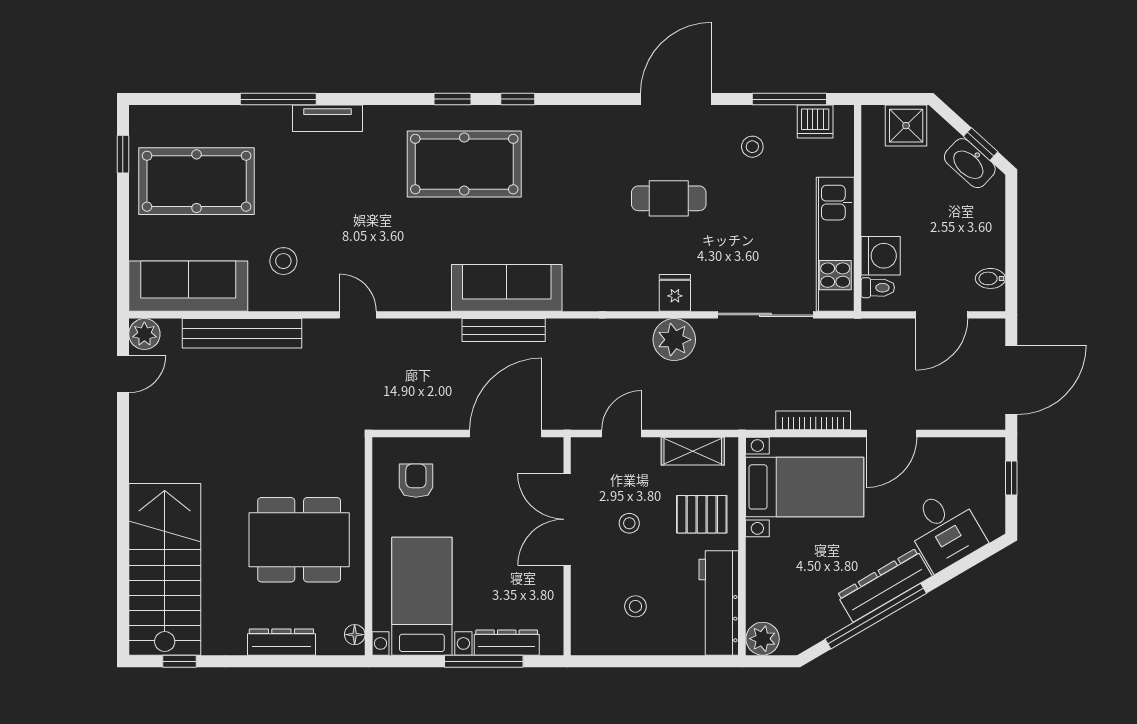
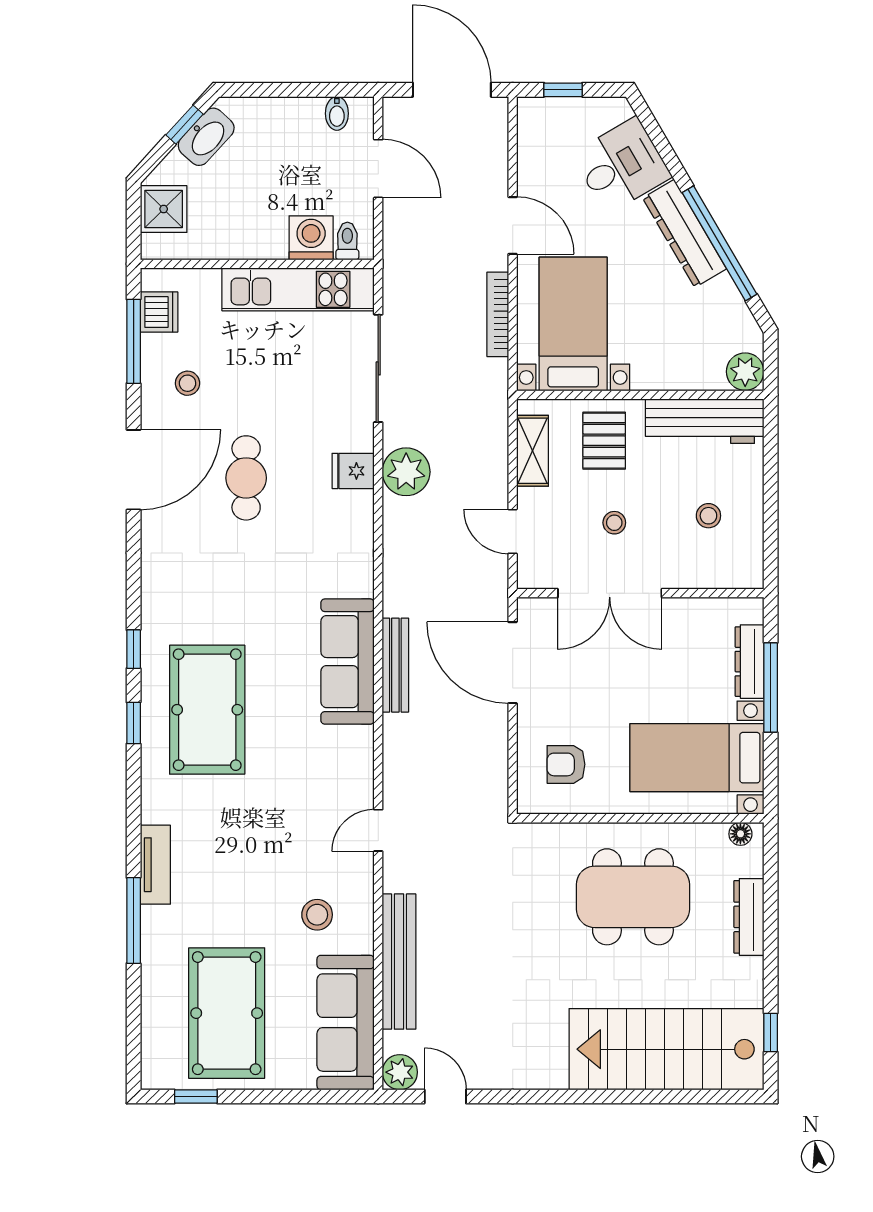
door: (676, 99) -> (134, 470), swing flipped
dining table: (299, 540) -> (633, 897), turned 90

